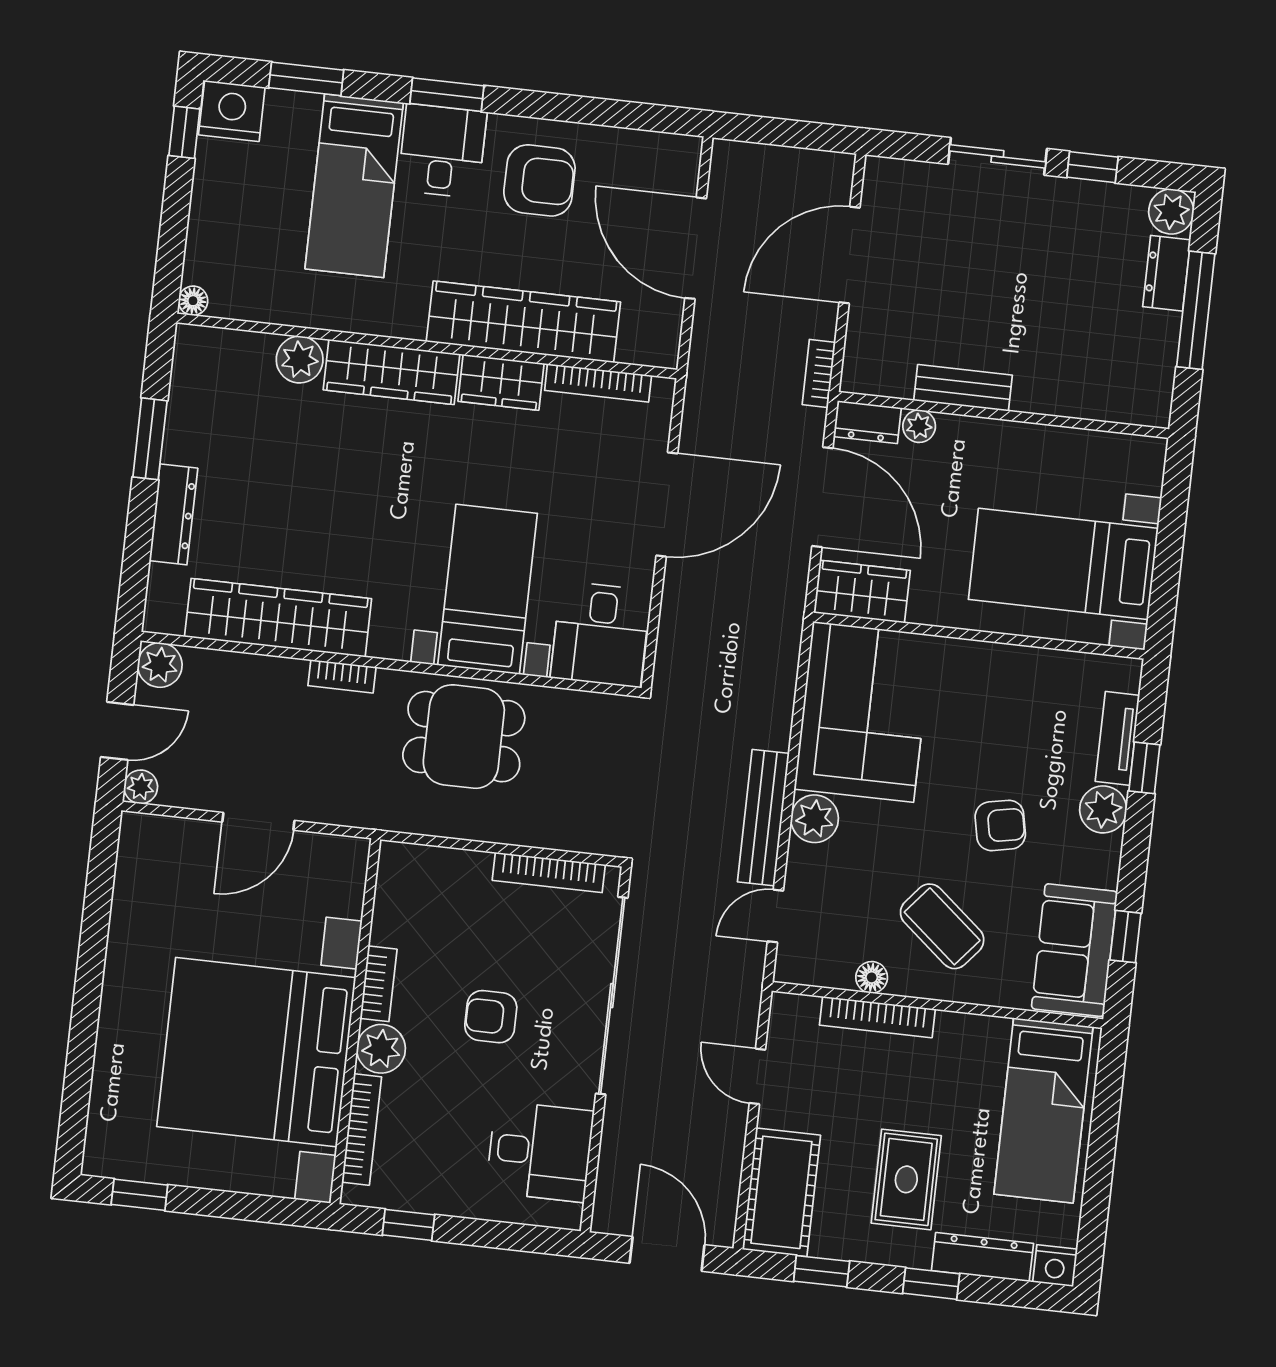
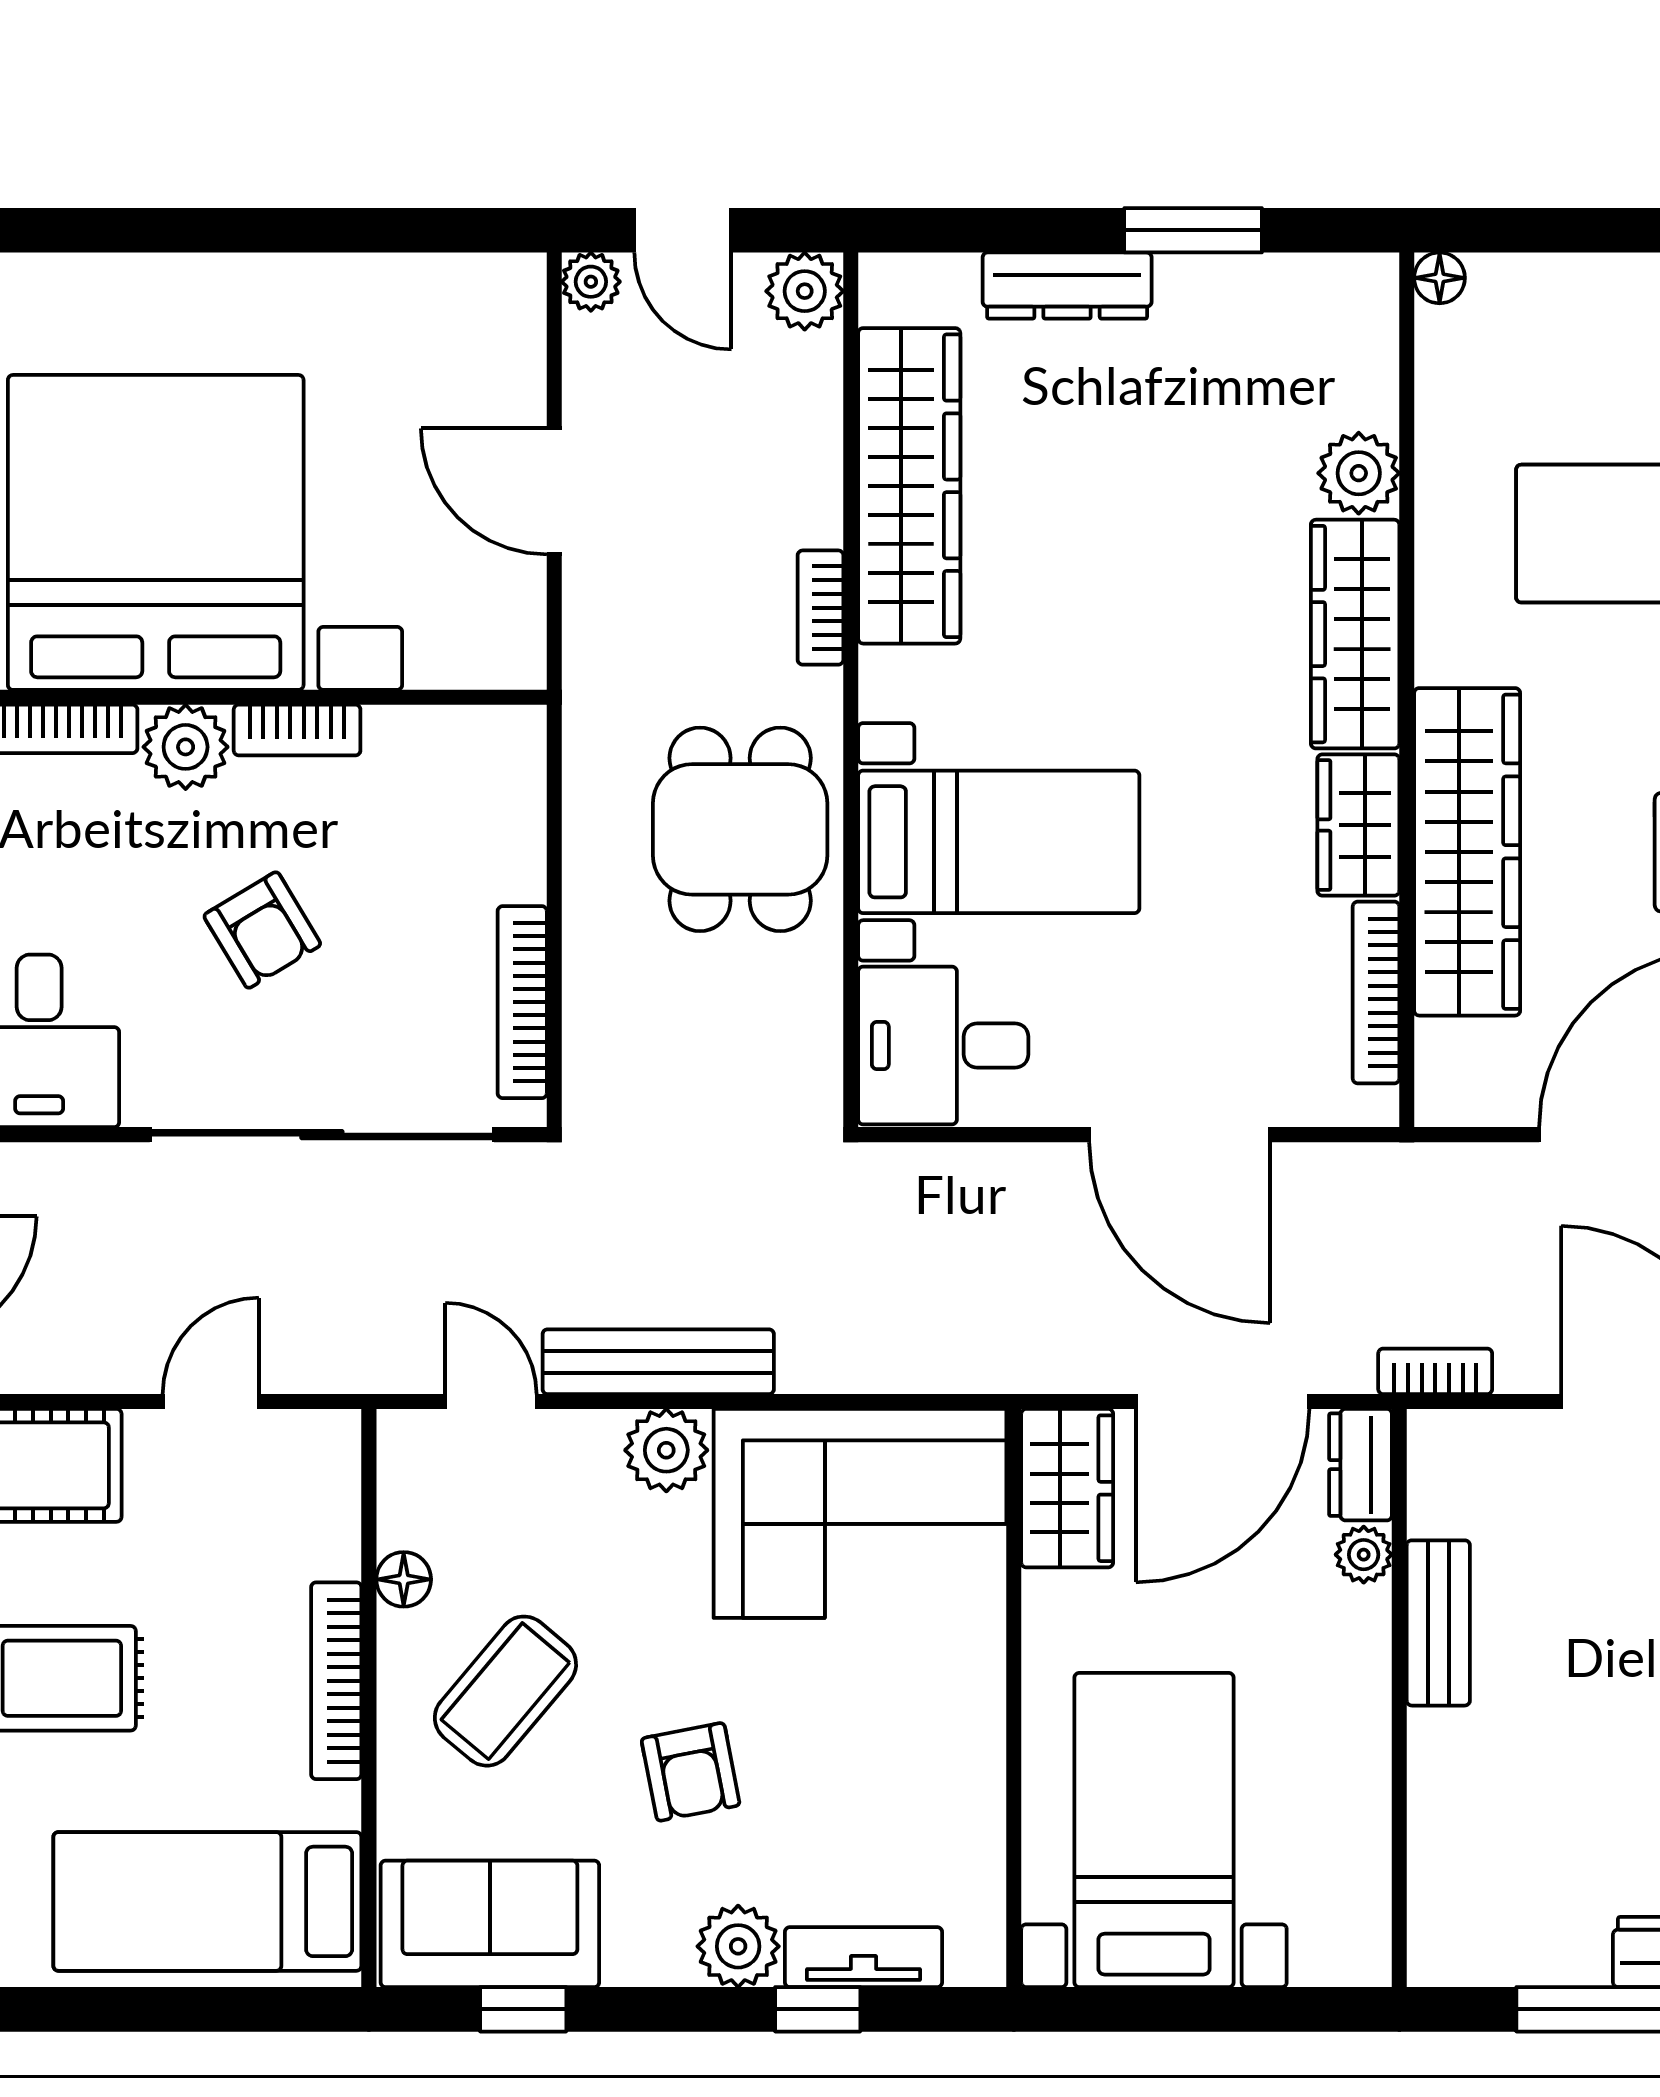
armchair: (491, 1017) -> (262, 930), turned 149
bookcase: (877, 1017) -> (336, 1681), moved

